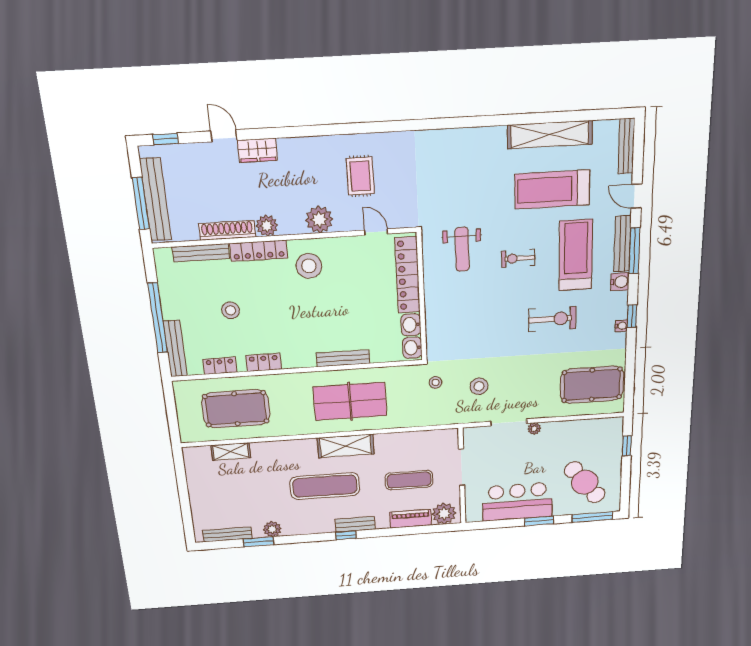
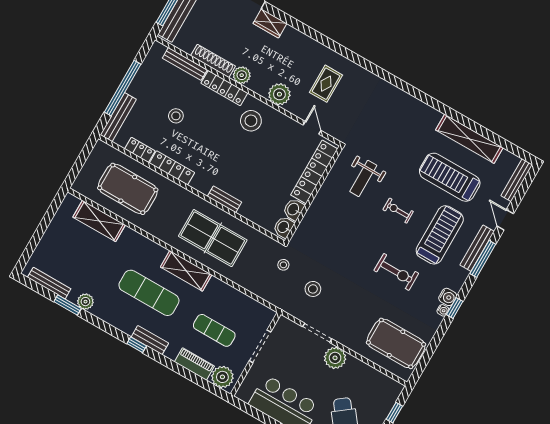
water cooler: (620, 282) -> (448, 297), moved
bench: (343, 358) -> (224, 199), width x0.73
locker: (264, 362) -> (172, 168), width x1.53
plant: (534, 429) -> (335, 358), width x1.87, depth x1.87
shelving: (231, 452) -> (99, 221), width x1.50, depth x1.33

